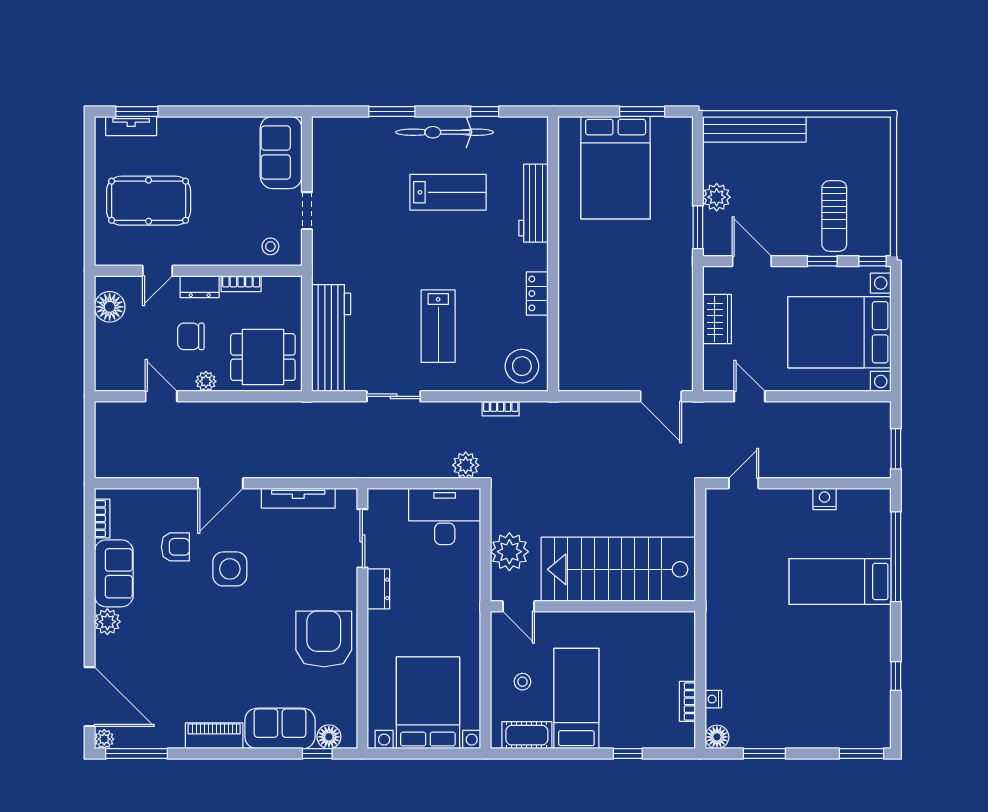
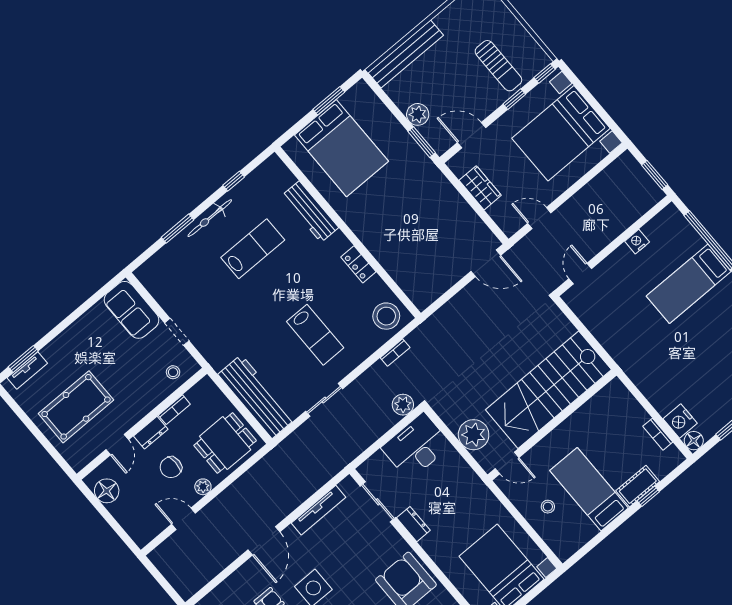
bicycle: (445, 132) -> (210, 218), width x0.73, depth x0.71
nightstand: (713, 699) -> (680, 421), width x1.89, depth x1.79
cot: (527, 735) -> (638, 486), moved

